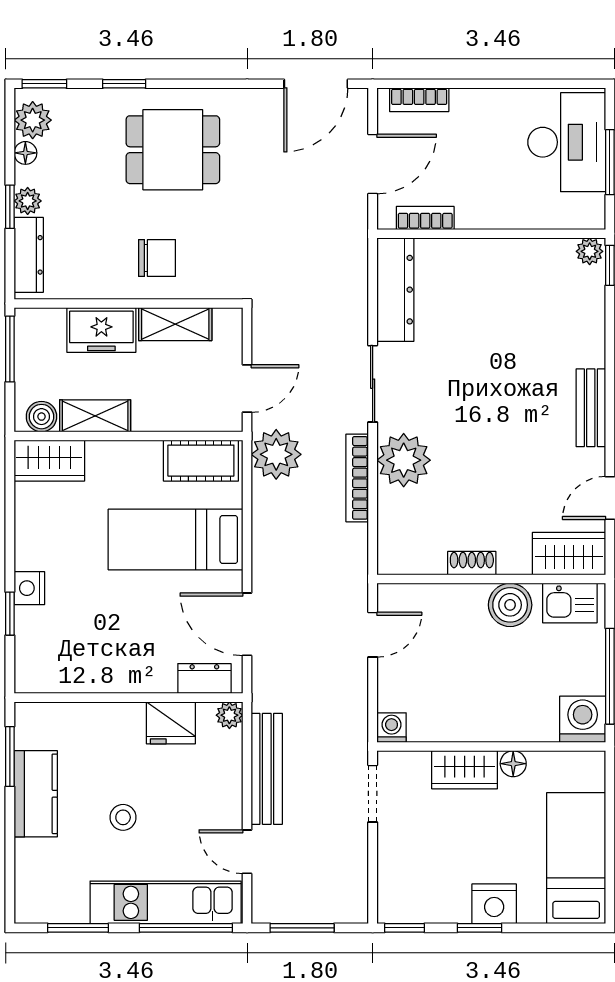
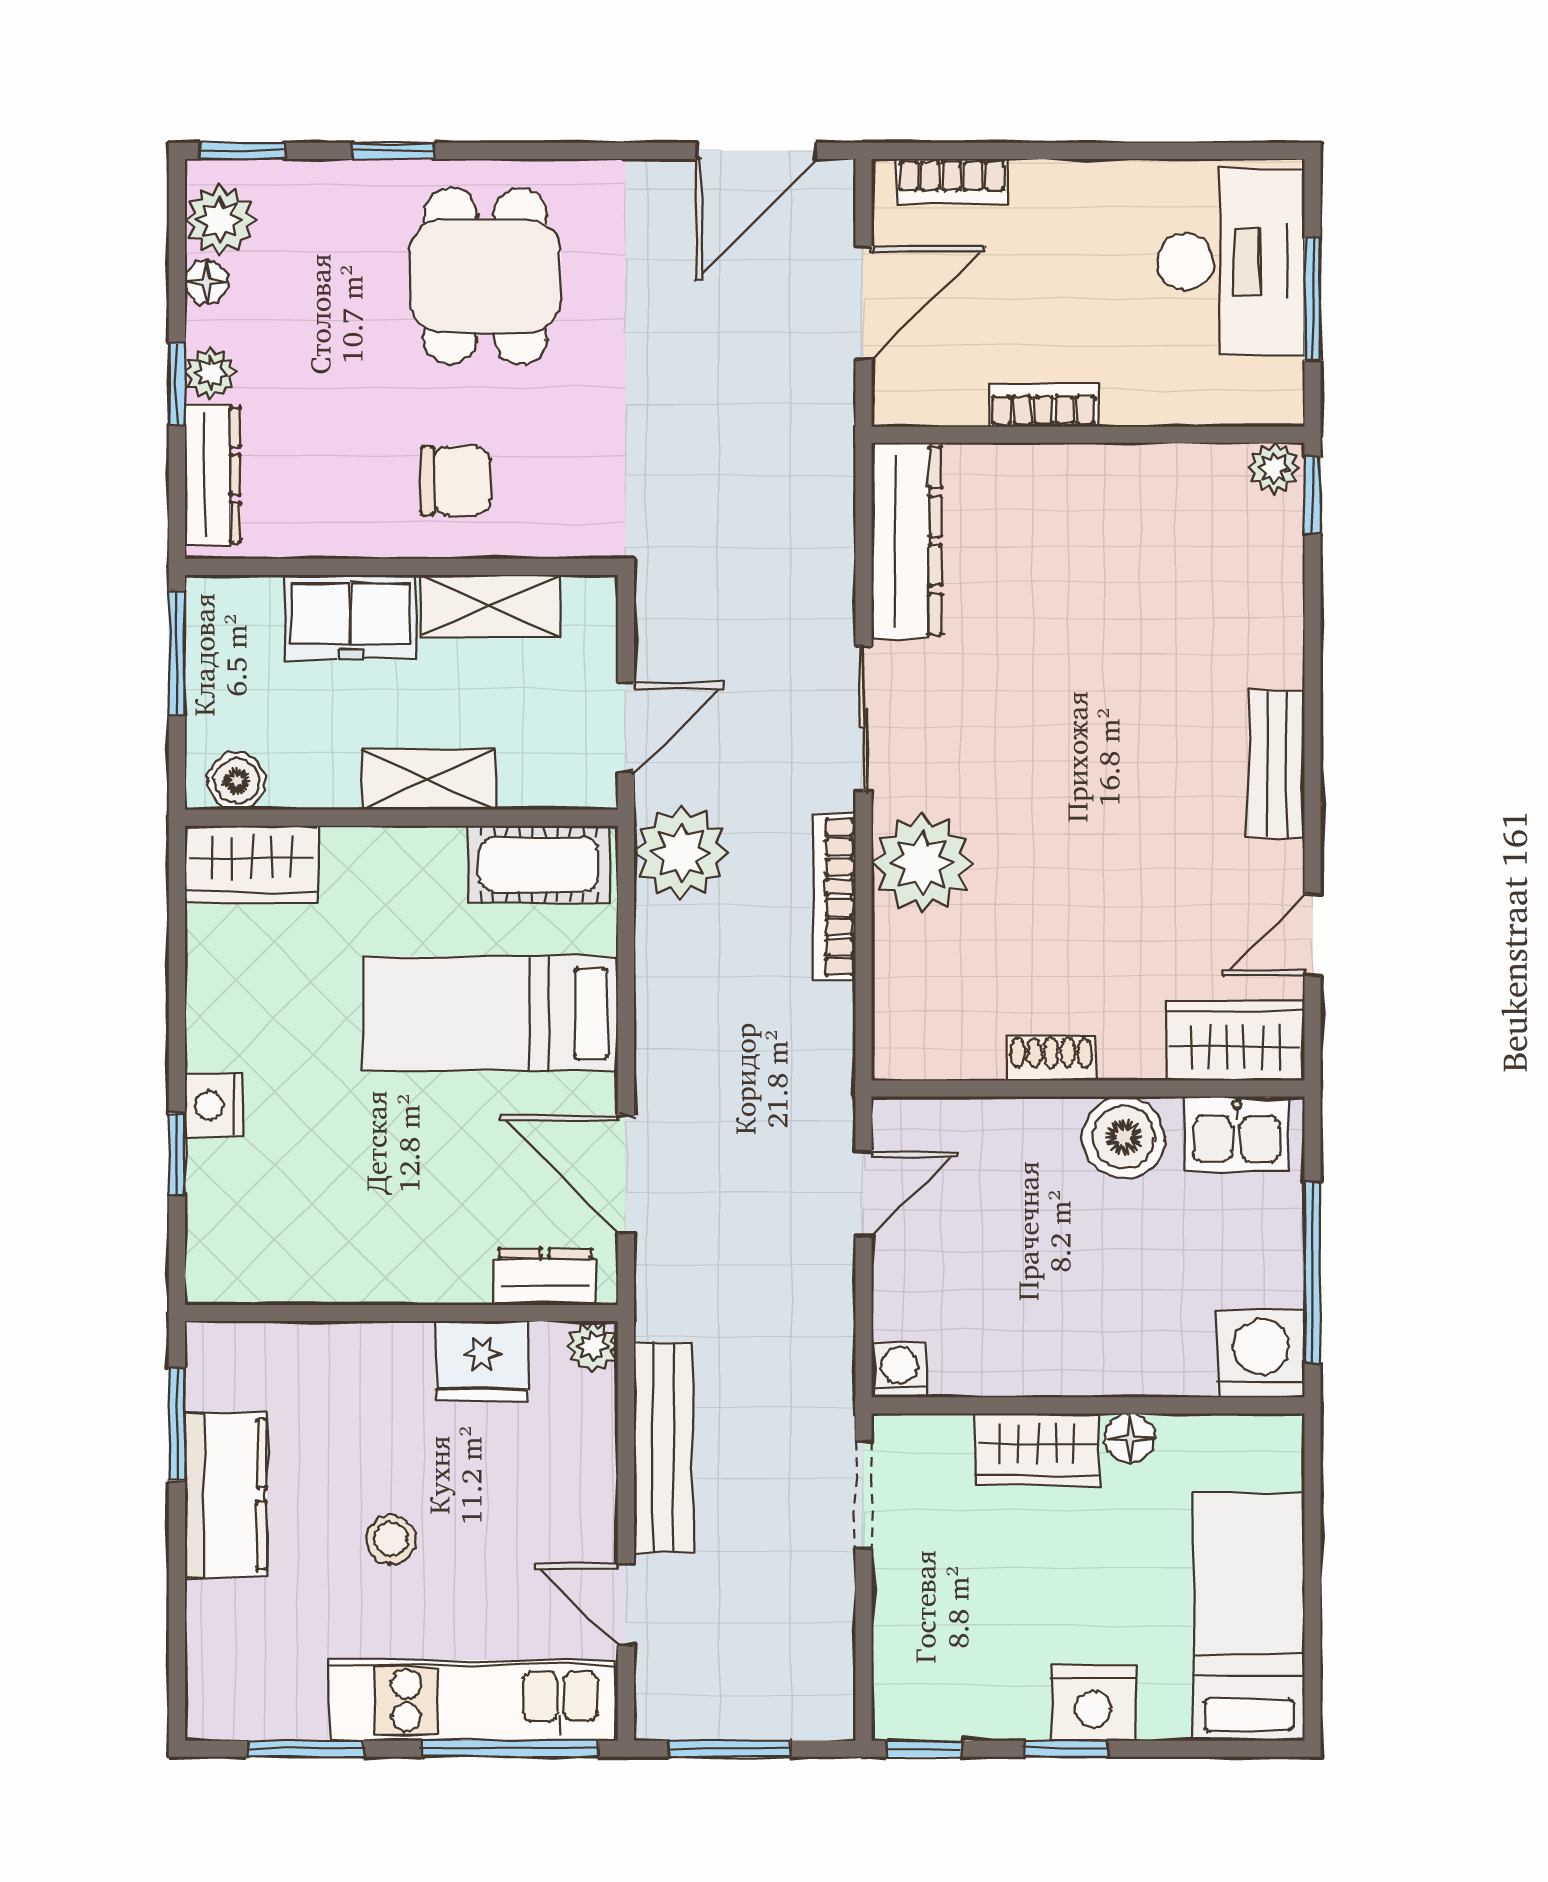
dining table: (173, 150) -> (485, 276), turned 90
bookcase: (425, 218) -> (1044, 405), moved
shelving: (95, 416) -> (429, 780), moved

